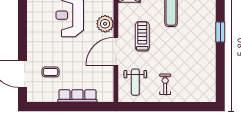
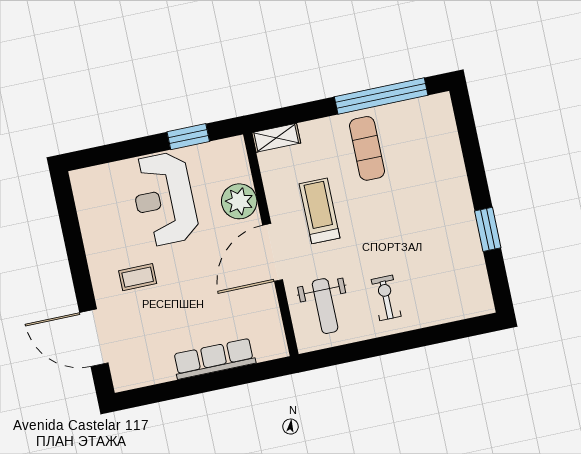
window: (220, 32) -> (488, 229), moved
coffee table: (51, 72) -> (138, 277), moved

